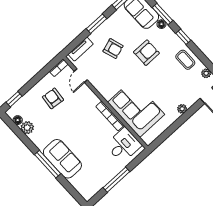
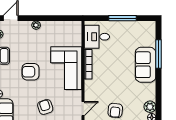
armchair: (146, 53) -> (31, 72), moved
corner sofa: (136, 108) -> (66, 68), moved
window: (48, 164) -> (159, 54), moved

